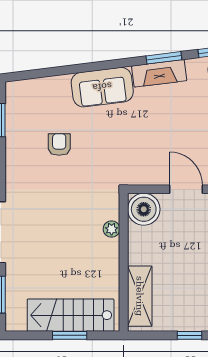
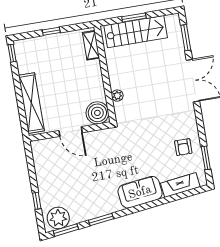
fireplace: (159, 73) -> (180, 185), moved
armchair: (59, 144) -> (183, 147), moved
shelving: (140, 296) -> (91, 45), width x0.67, depth x0.75

